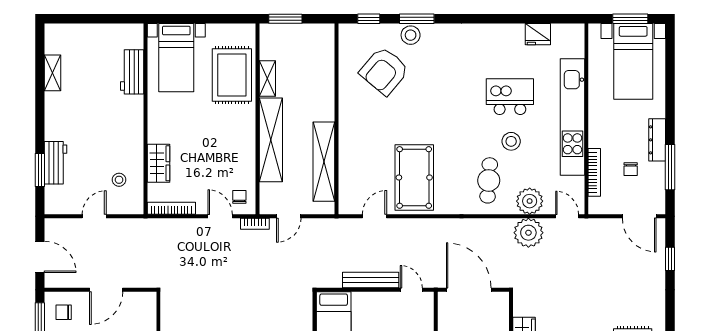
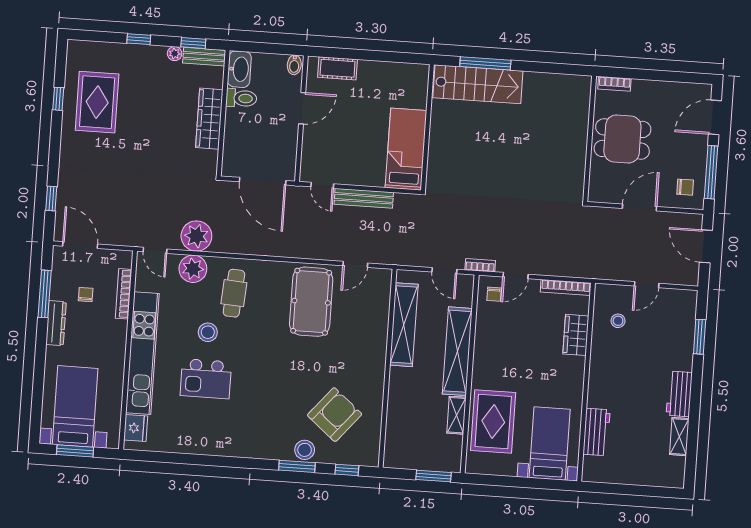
fridge: (538, 34) -> (136, 428), moved, turned 90
workbench: (56, 163) -> (679, 394), moved
door: (220, 216) -> (516, 276), hinge flipped
door: (289, 216) -> (444, 271), swing flipped

